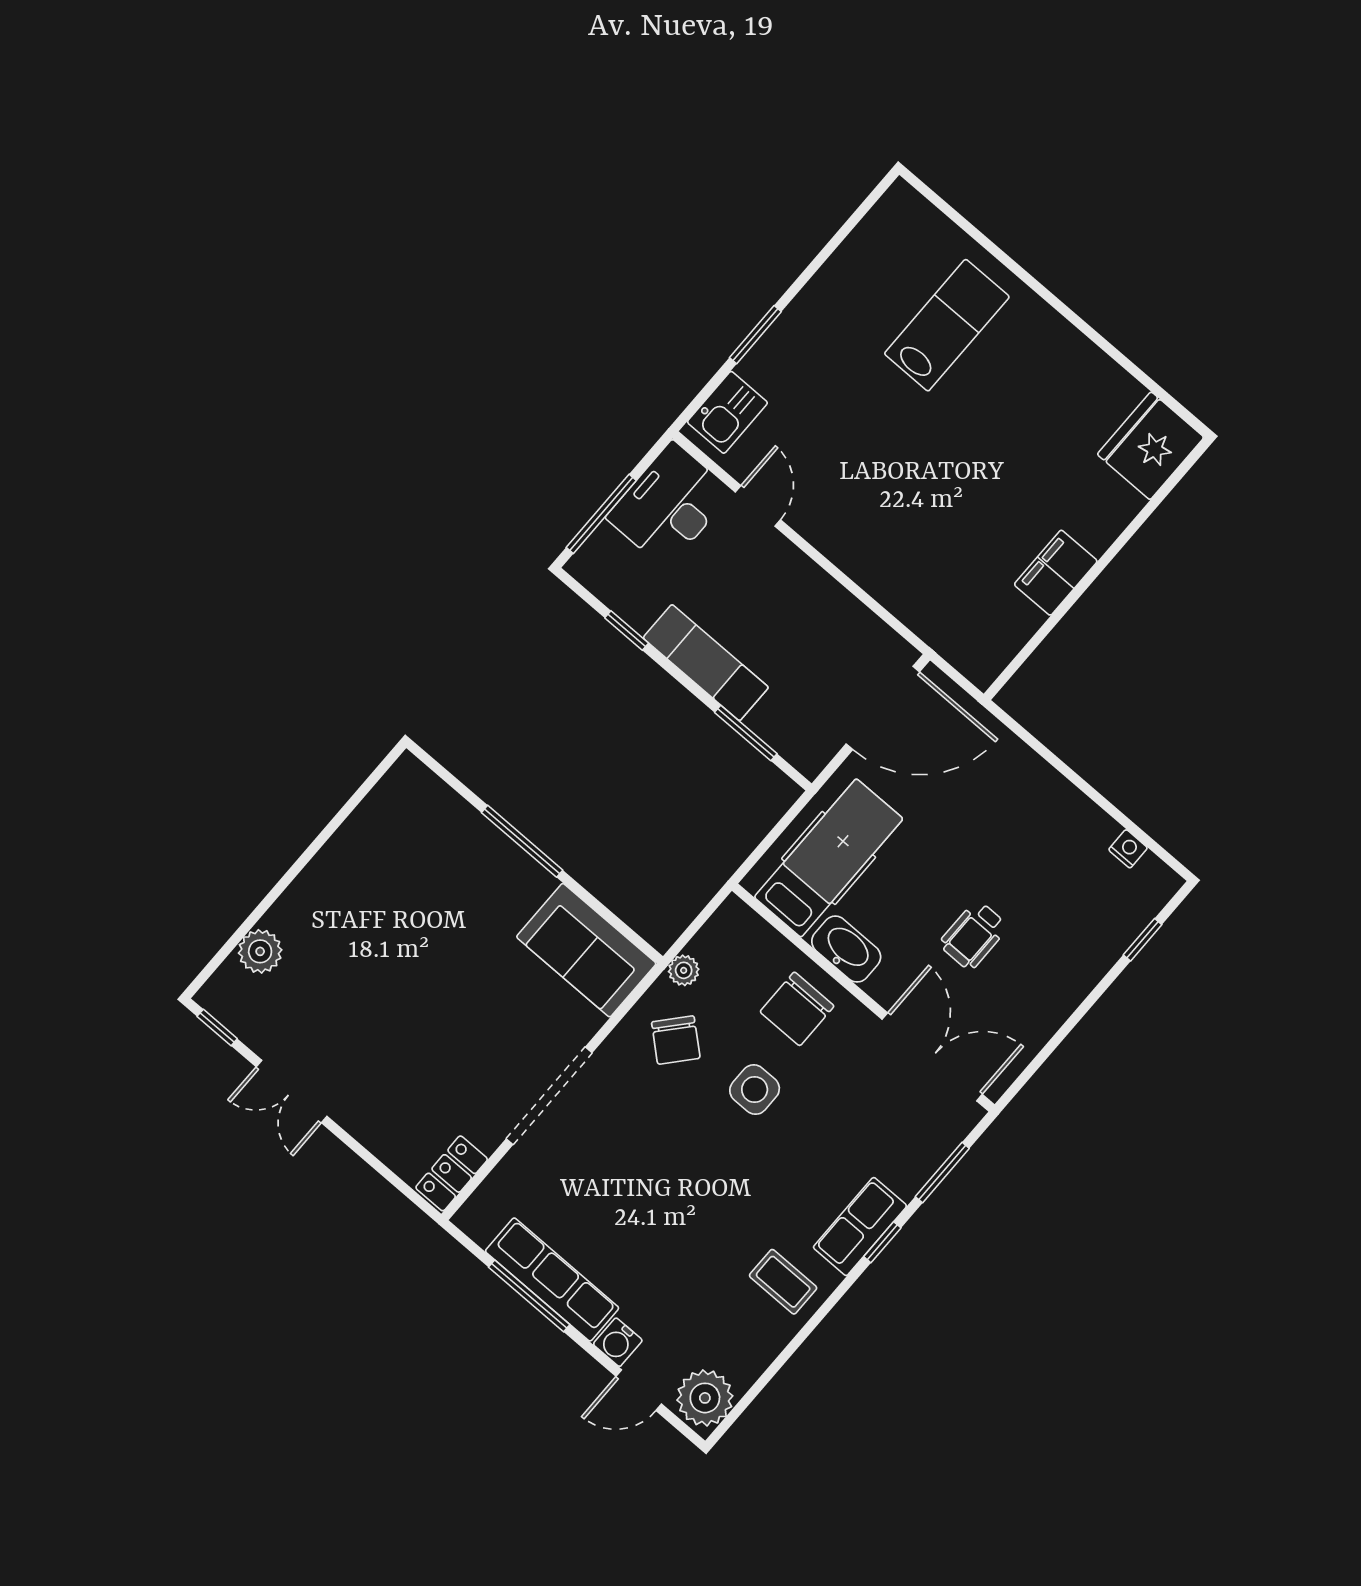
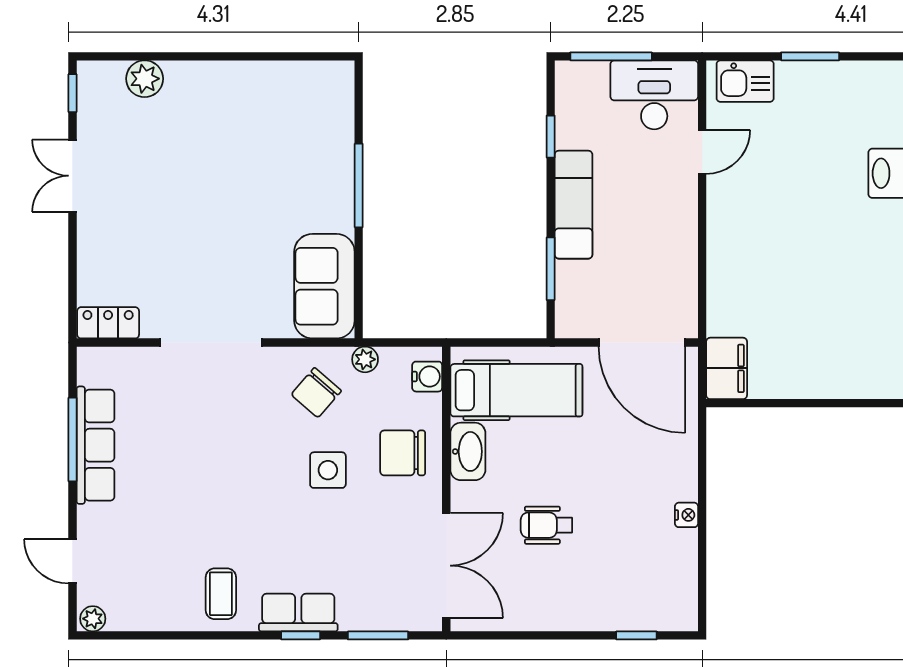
filing cabinet: (1056, 573) -> (727, 368), moved, turned 90
nightstand: (1128, 849) -> (686, 515), moved
water cooler: (618, 1342) -> (427, 377), moved, turned 180
plant: (705, 1398) -> (93, 619), width x0.53, depth x0.53

